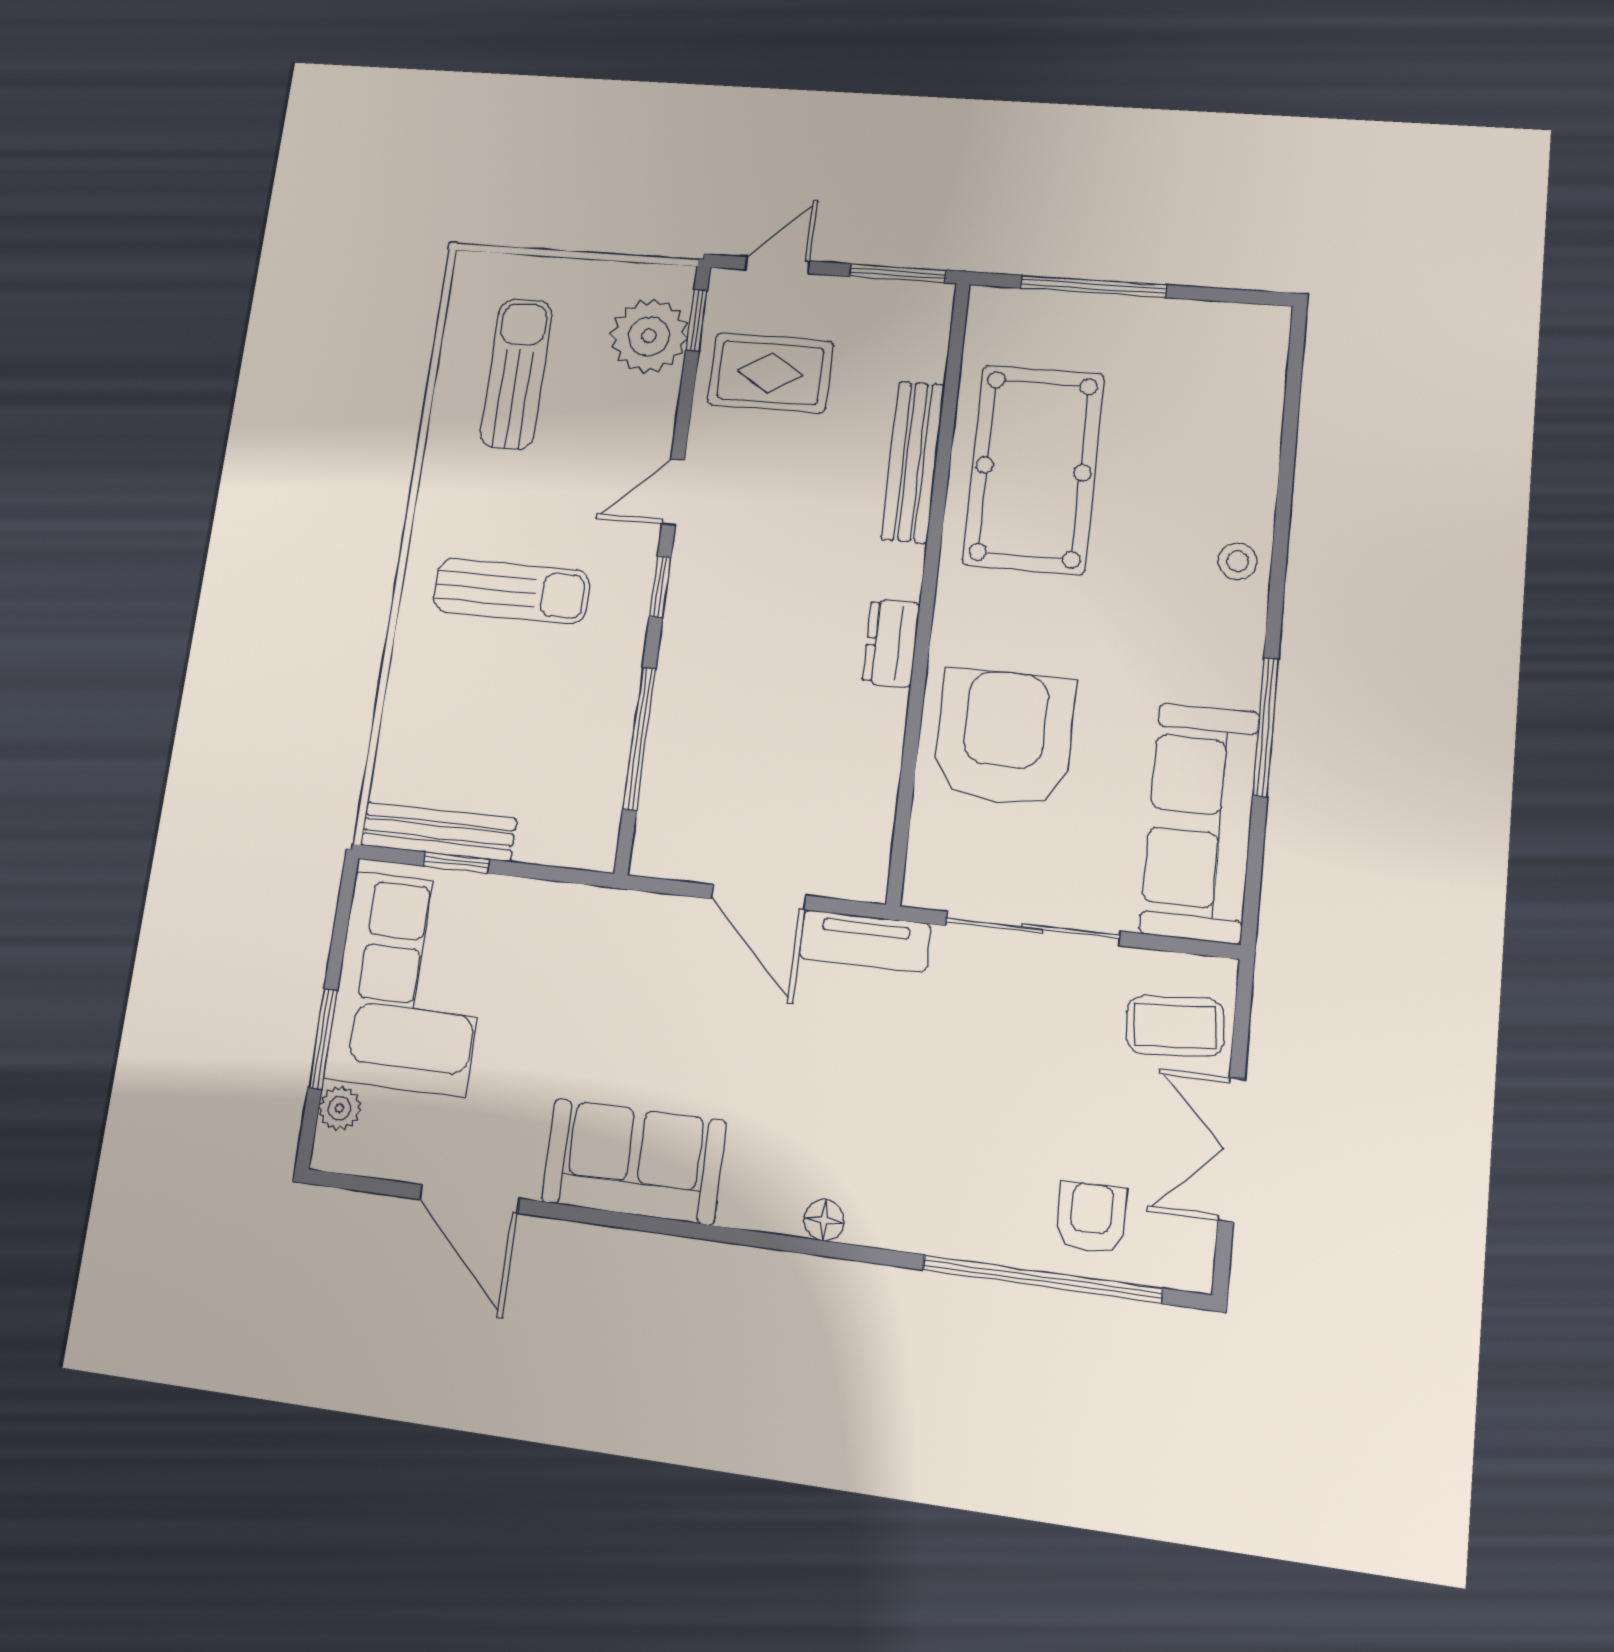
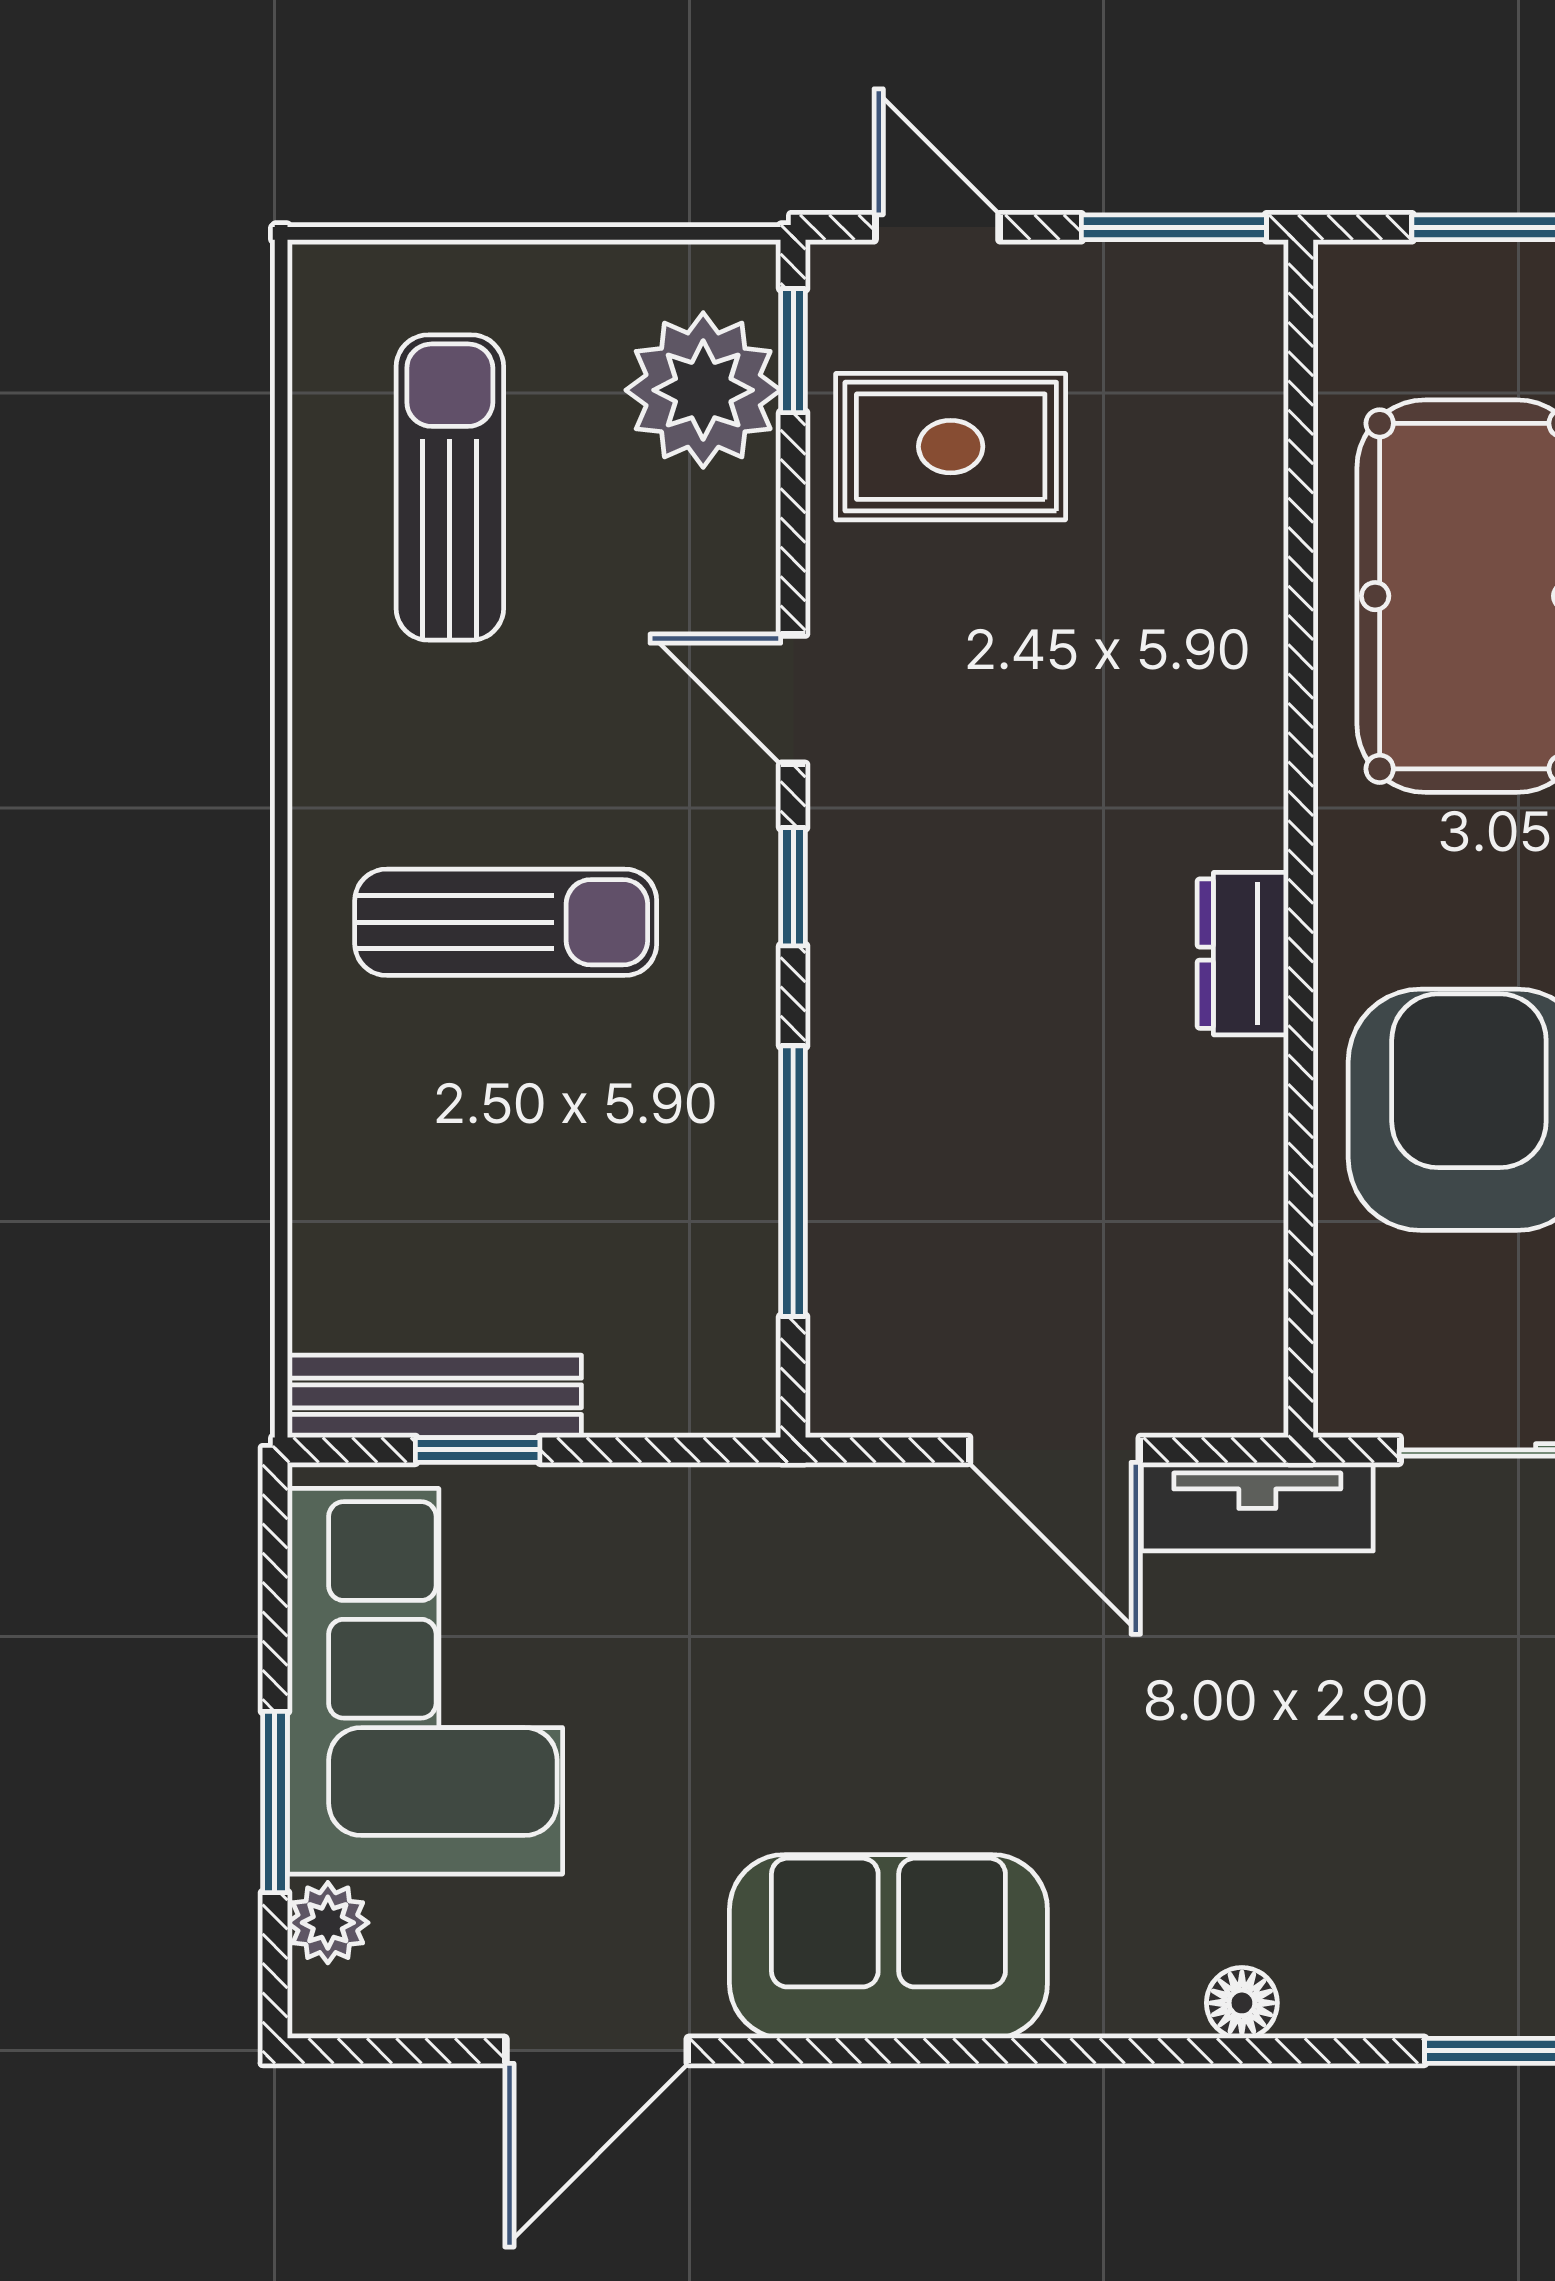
door: (777, 265) -> (937, 227), hinge flipped
bench: (913, 462) -> (1244, 601), removed
door: (673, 492) -> (793, 699), hinge flipped
door: (469, 1199) -> (597, 2051), hinge flipped

